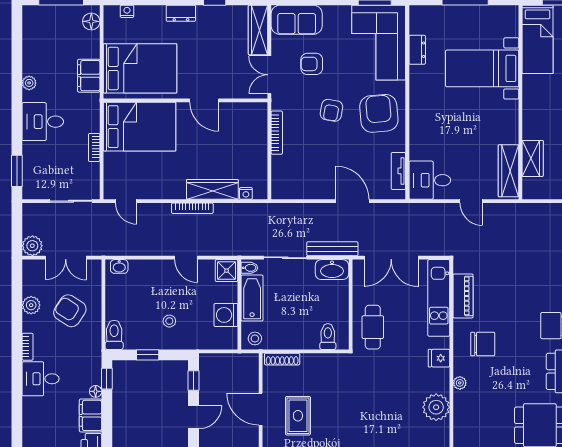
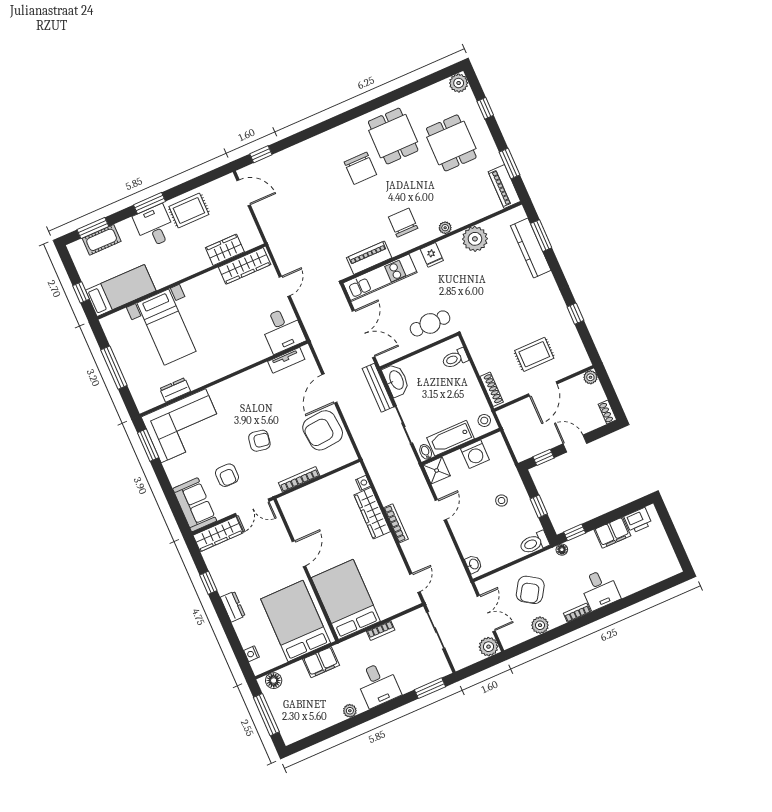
armchair: (379, 113) -> (323, 430), moved
floor lamp: (96, 391) -> (562, 550), moved

